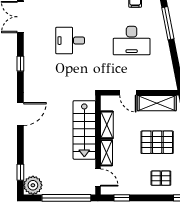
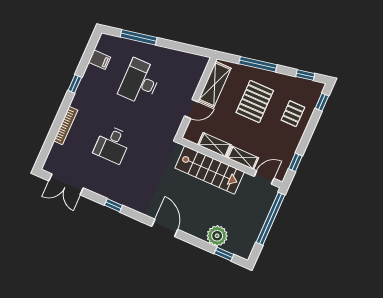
desk: (132, 41) -> (140, 82), turned 180
plant: (33, 185) -> (217, 236), moved

